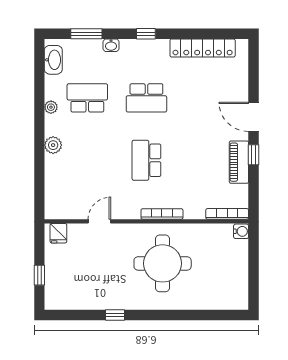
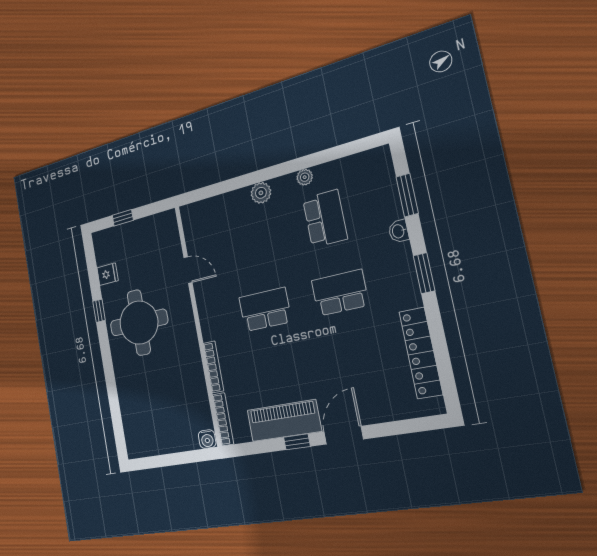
window: (146, 34) -> (424, 273), width x1.50
washbasin: (53, 60) -> (364, 163), removed
school desk: (146, 98) -> (340, 293), turned 90
piano: (239, 162) -> (284, 421), width x1.37, depth x1.33
bookcase: (162, 214) -> (214, 367), moved
fridge: (58, 233) -> (108, 274), moved, turned 180
round table: (163, 263) -> (139, 323), moved

